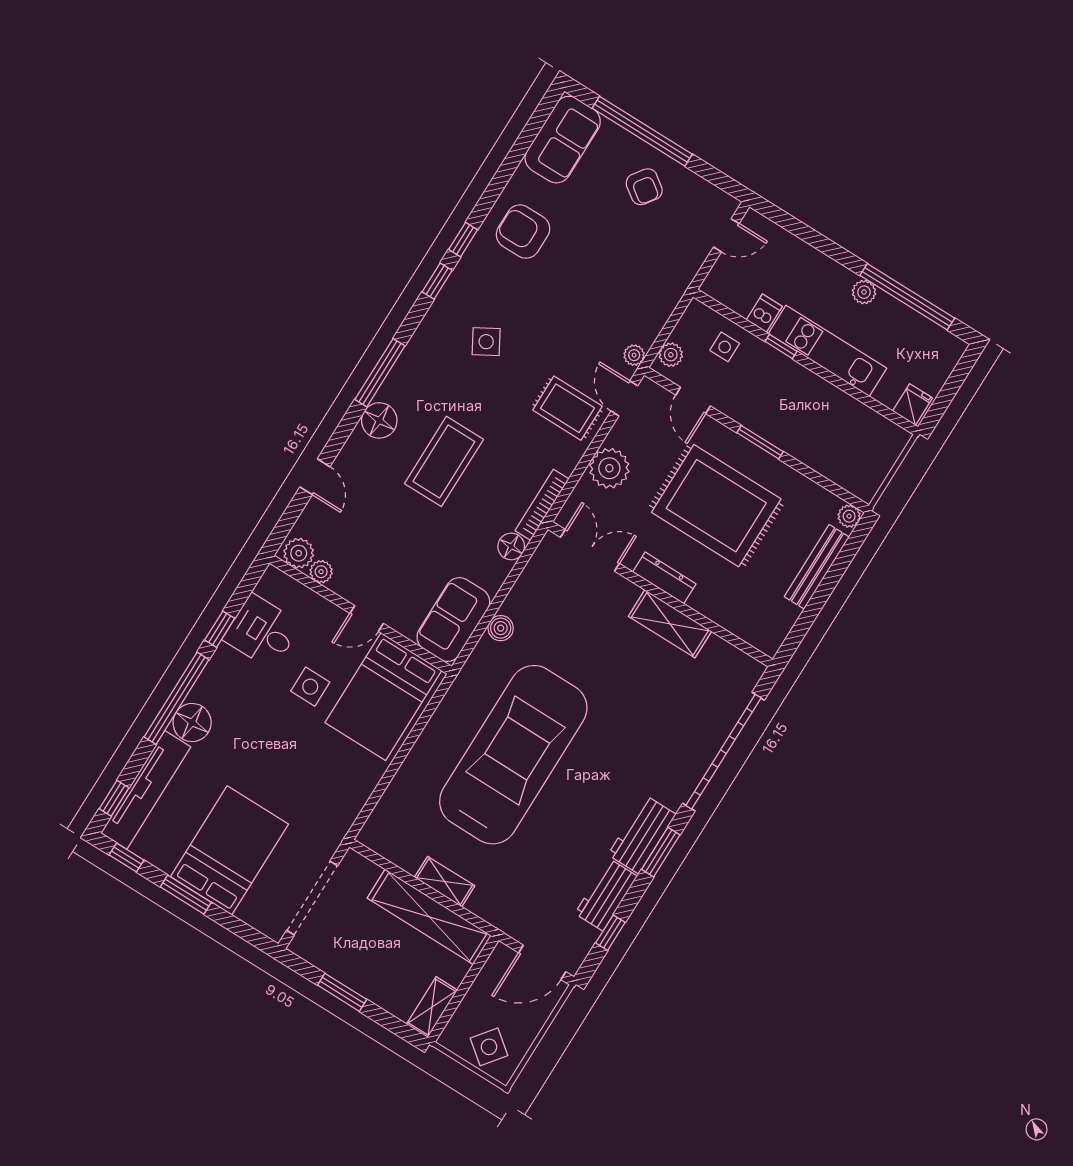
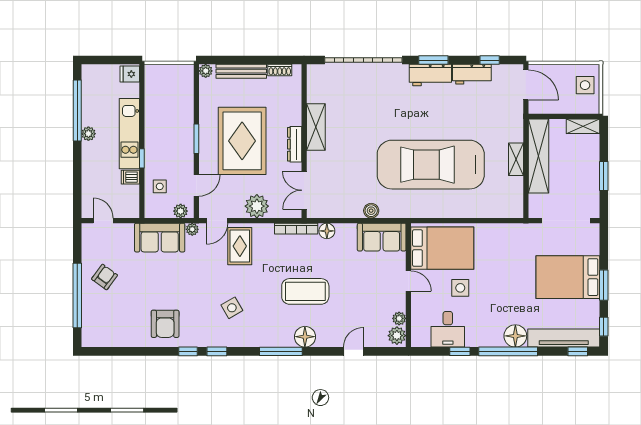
sofa: (563, 140) -> (160, 238), moved, turned 180
shoe rack: (784, 623) -> (280, 70), added
side table: (489, 1047) -> (585, 85), turned -38

